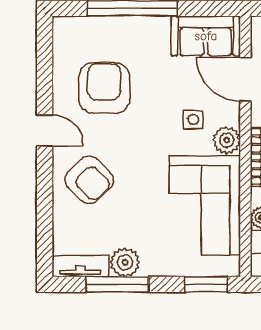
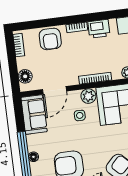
floor lamp: (128, 25) -> (33, 157), added

